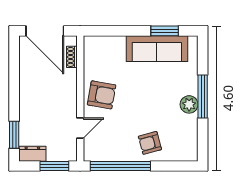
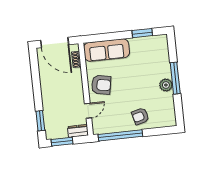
sofa: (157, 49) -> (107, 50), moved
dresser: (32, 154) -> (78, 131), moved
window: (54, 166) -> (62, 142), moved

